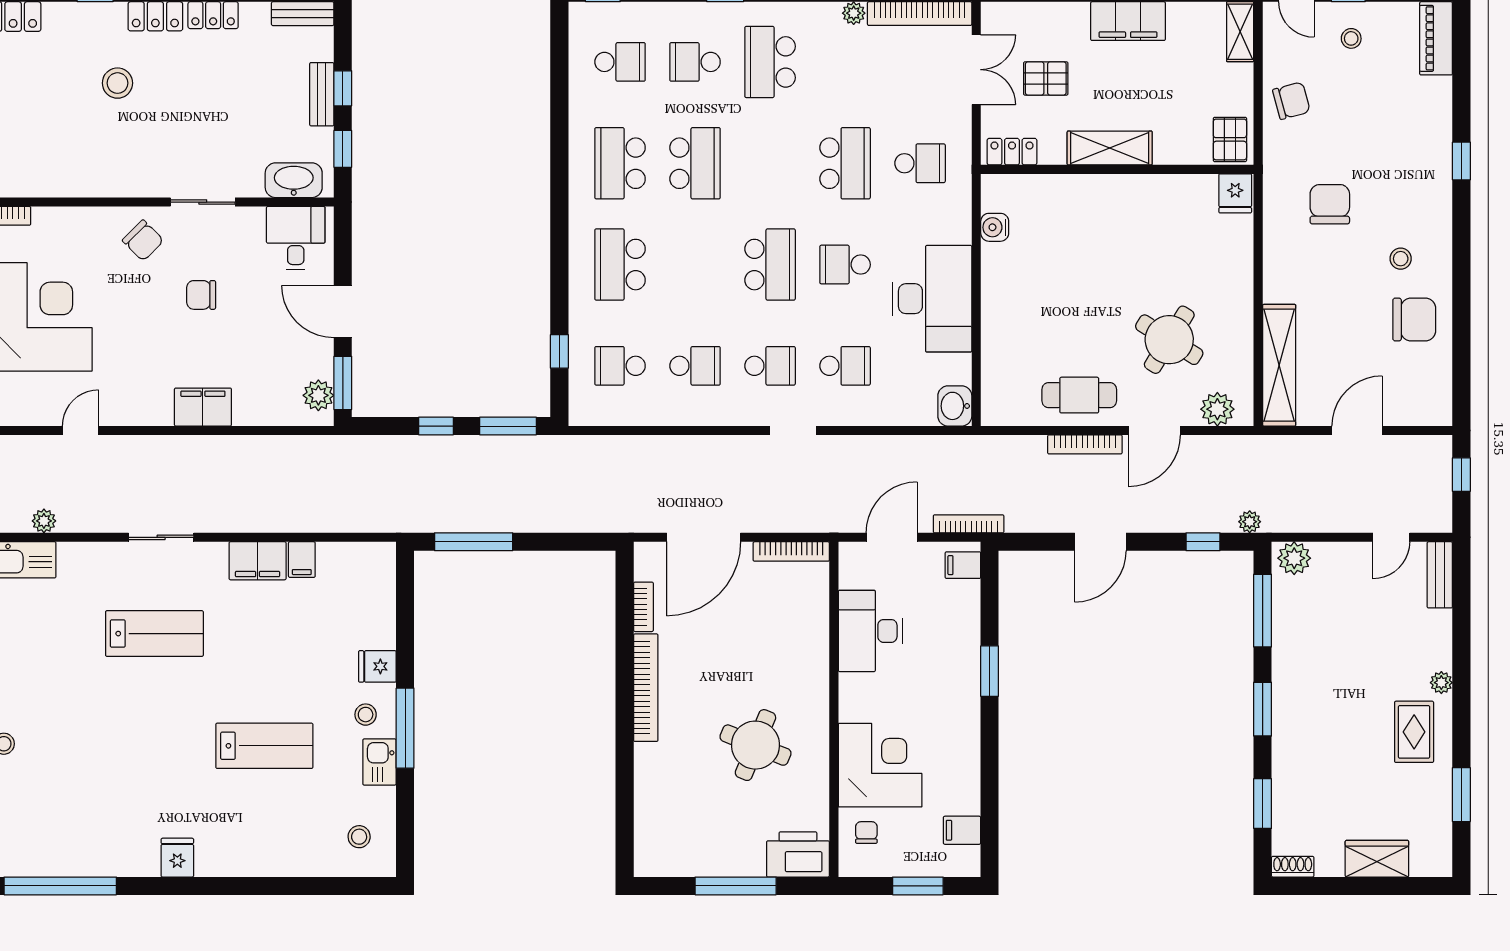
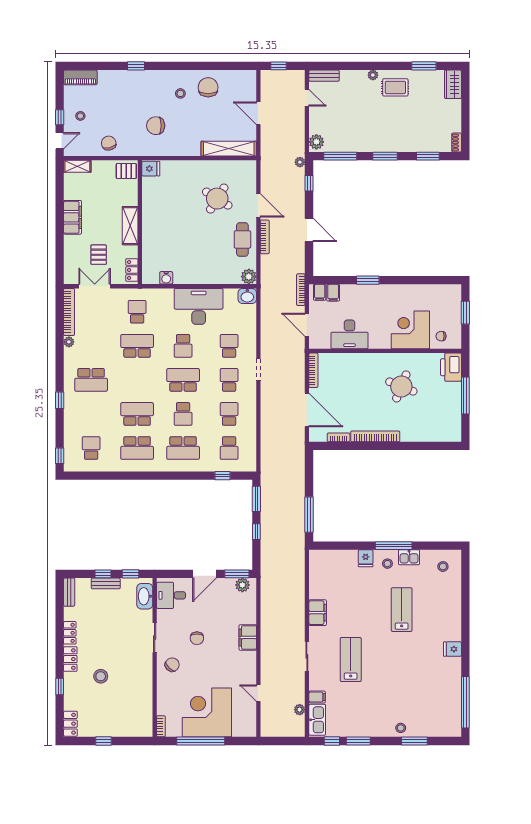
school desk: (695, 62) -> (183, 414), moved
plant: (1217, 409) -> (249, 277), moved
filing cabinet: (302, 560) -> (317, 697), moved
filing cabinet: (962, 830) -> (333, 293), moved
wardrobe: (1377, 859) -> (453, 84), moved

